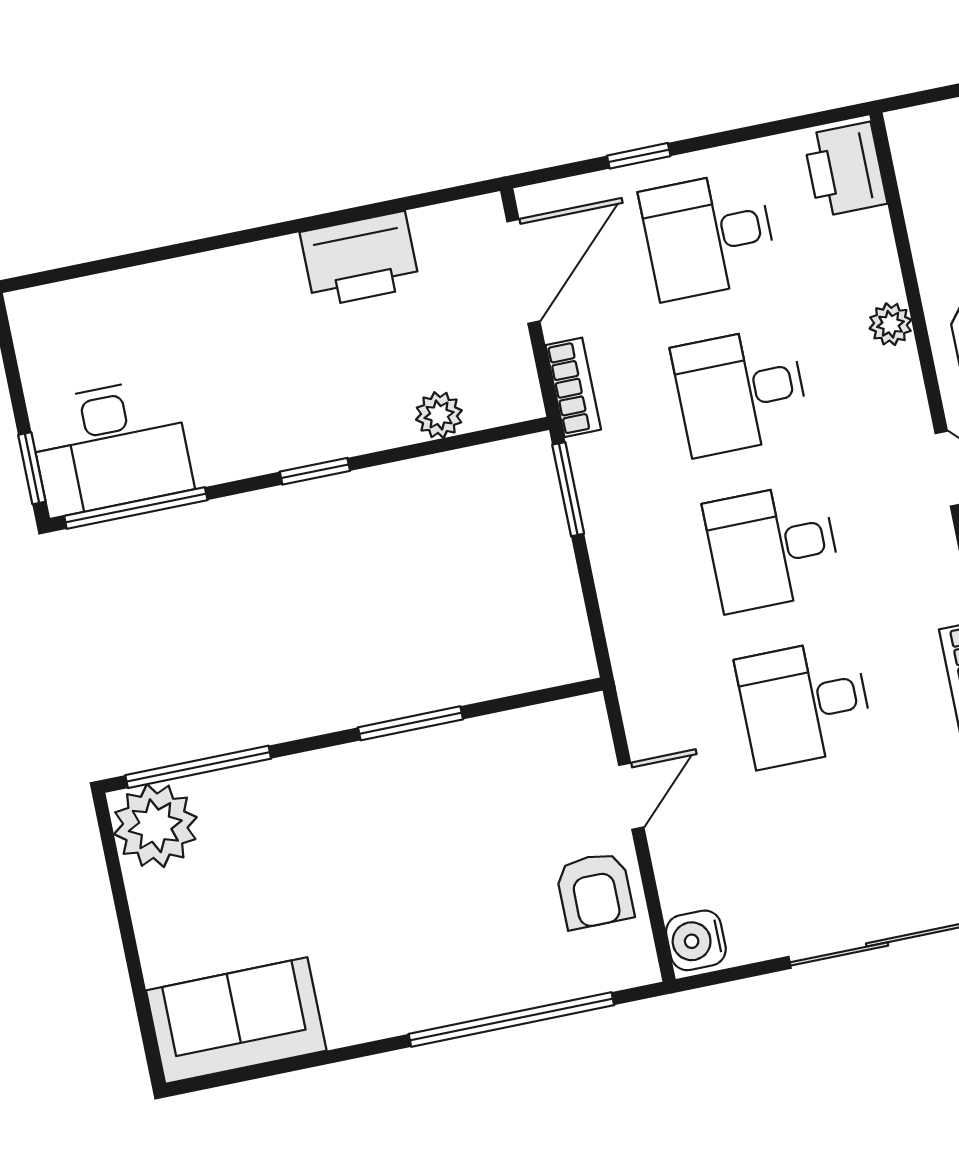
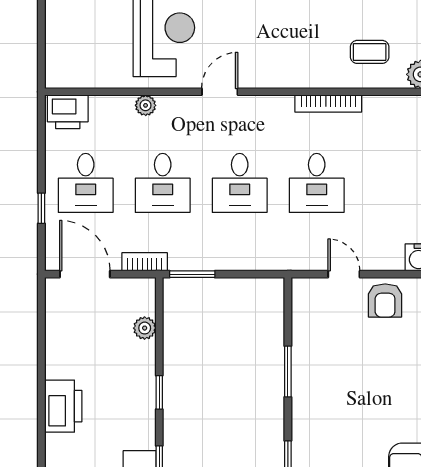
printer: (360, 259) -> (63, 406), moved
armchair: (595, 891) -> (385, 301), turned 90

